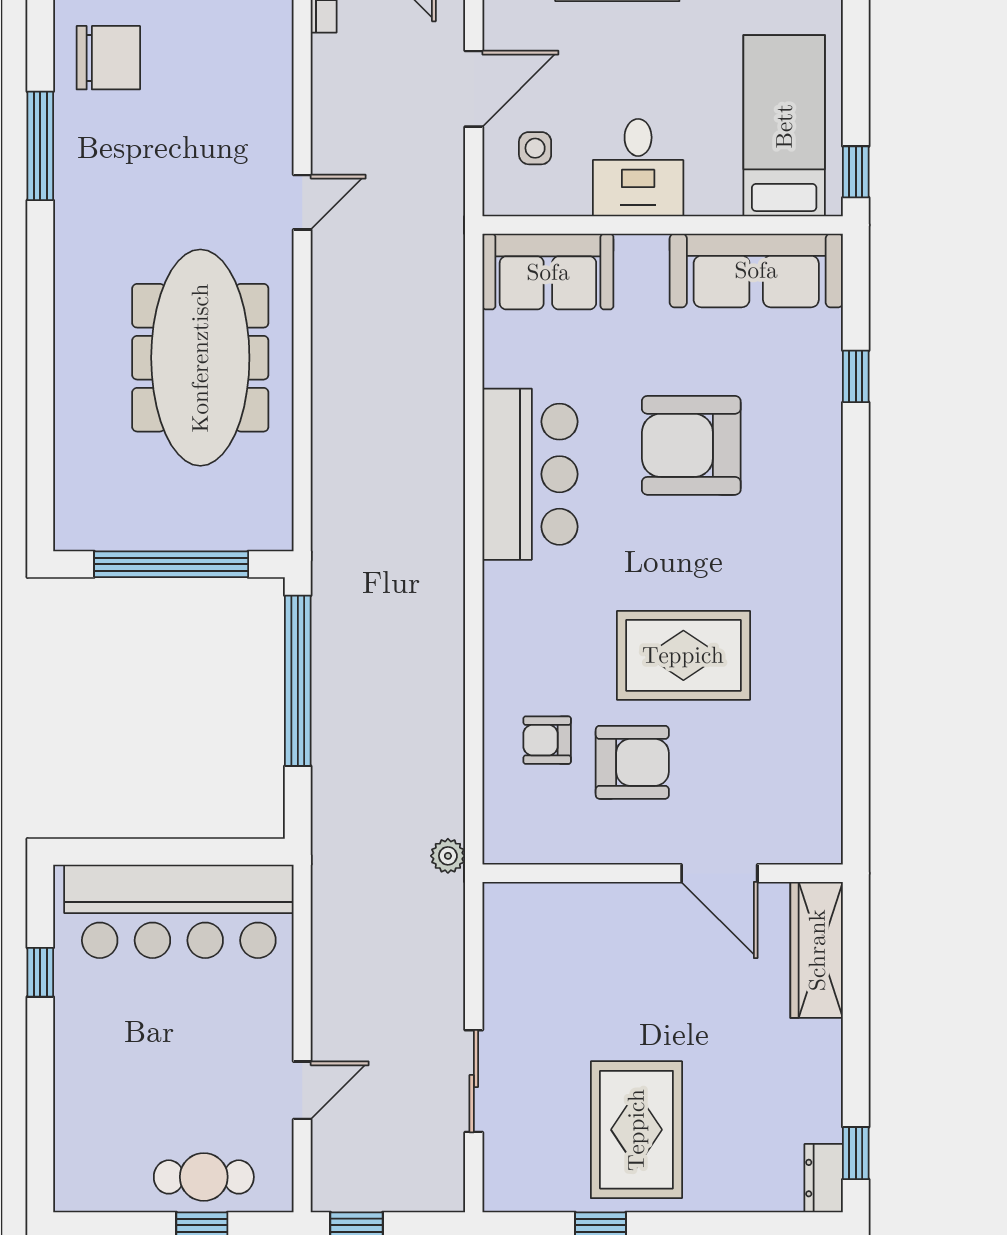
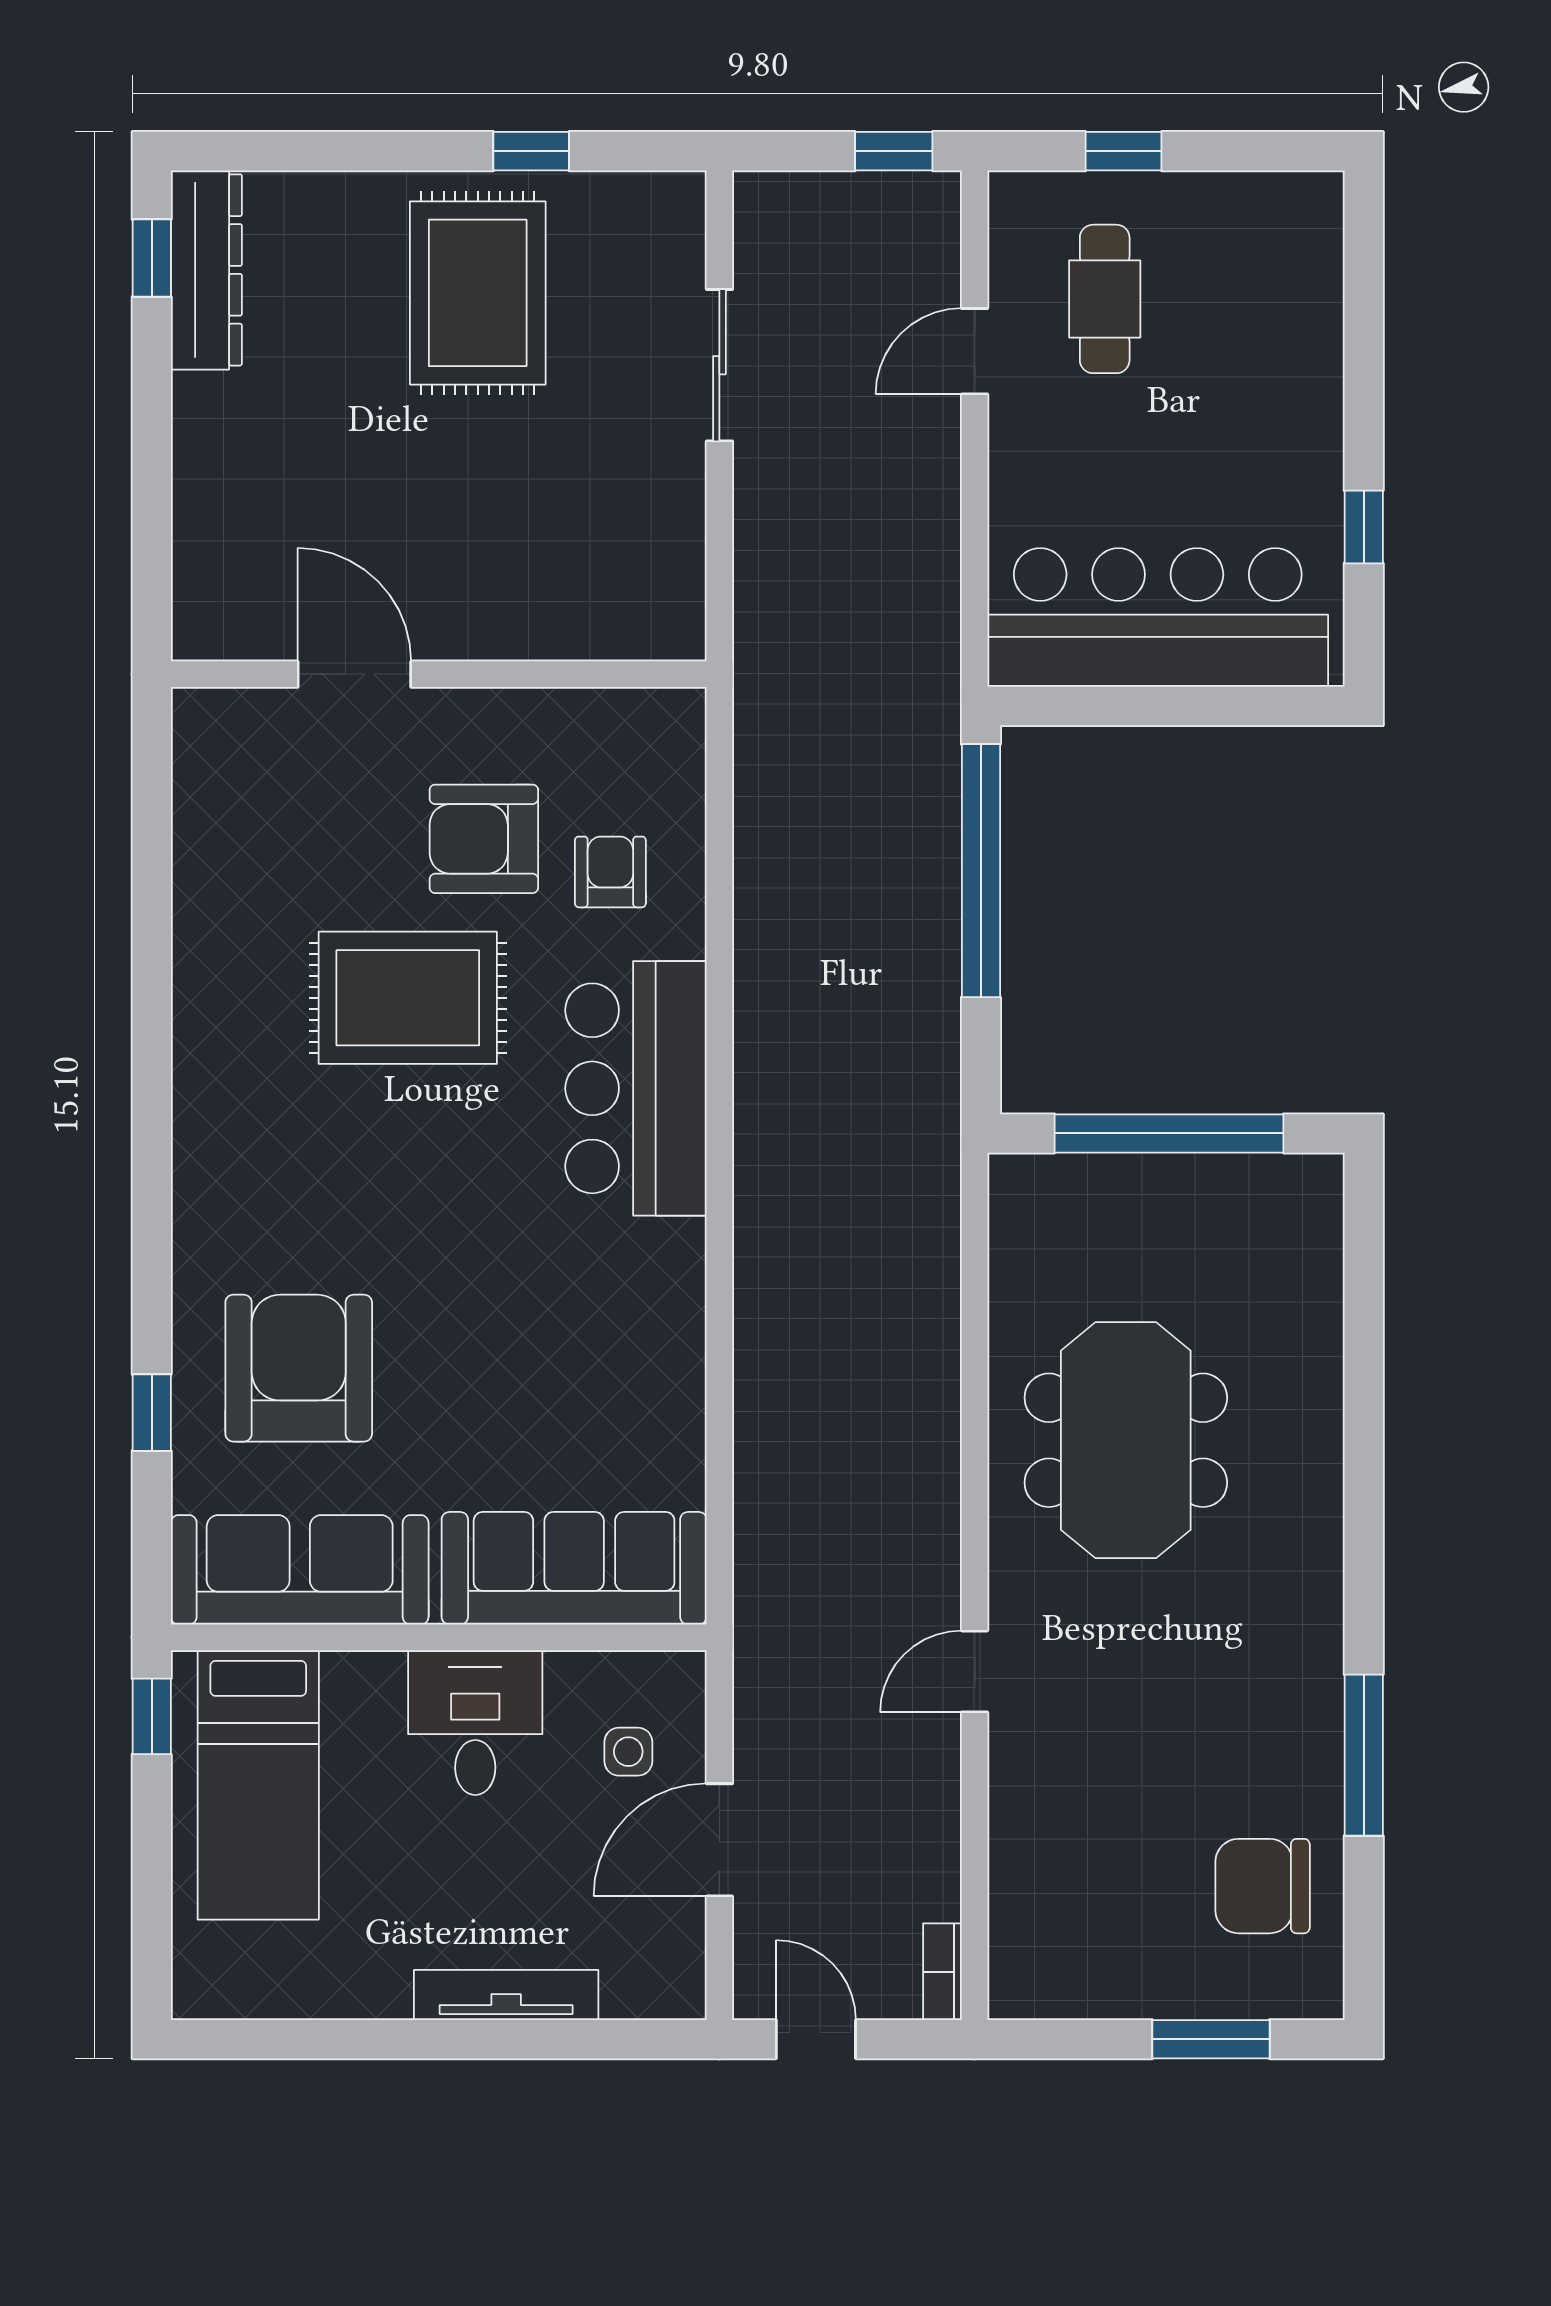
sofa: (548, 272) -> (574, 1568), width x1.36
meeting table: (200, 358) -> (1126, 1440), width x0.73
armchair: (691, 445) -> (299, 1368), moved, turned -90
bar counter: (530, 474) -> (636, 1088), moved
window: (298, 681) -> (981, 871), moved
armchair: (547, 740) -> (610, 872), turned -90
plant: (448, 856) -> (758, 700), removed
wardrobe: (817, 950) -> (210, 560), removed
cafe table: (204, 1177) -> (1105, 299), moved, turned 90
dresser: (824, 1178) -> (206, 270), width x1.96, depth x1.24

